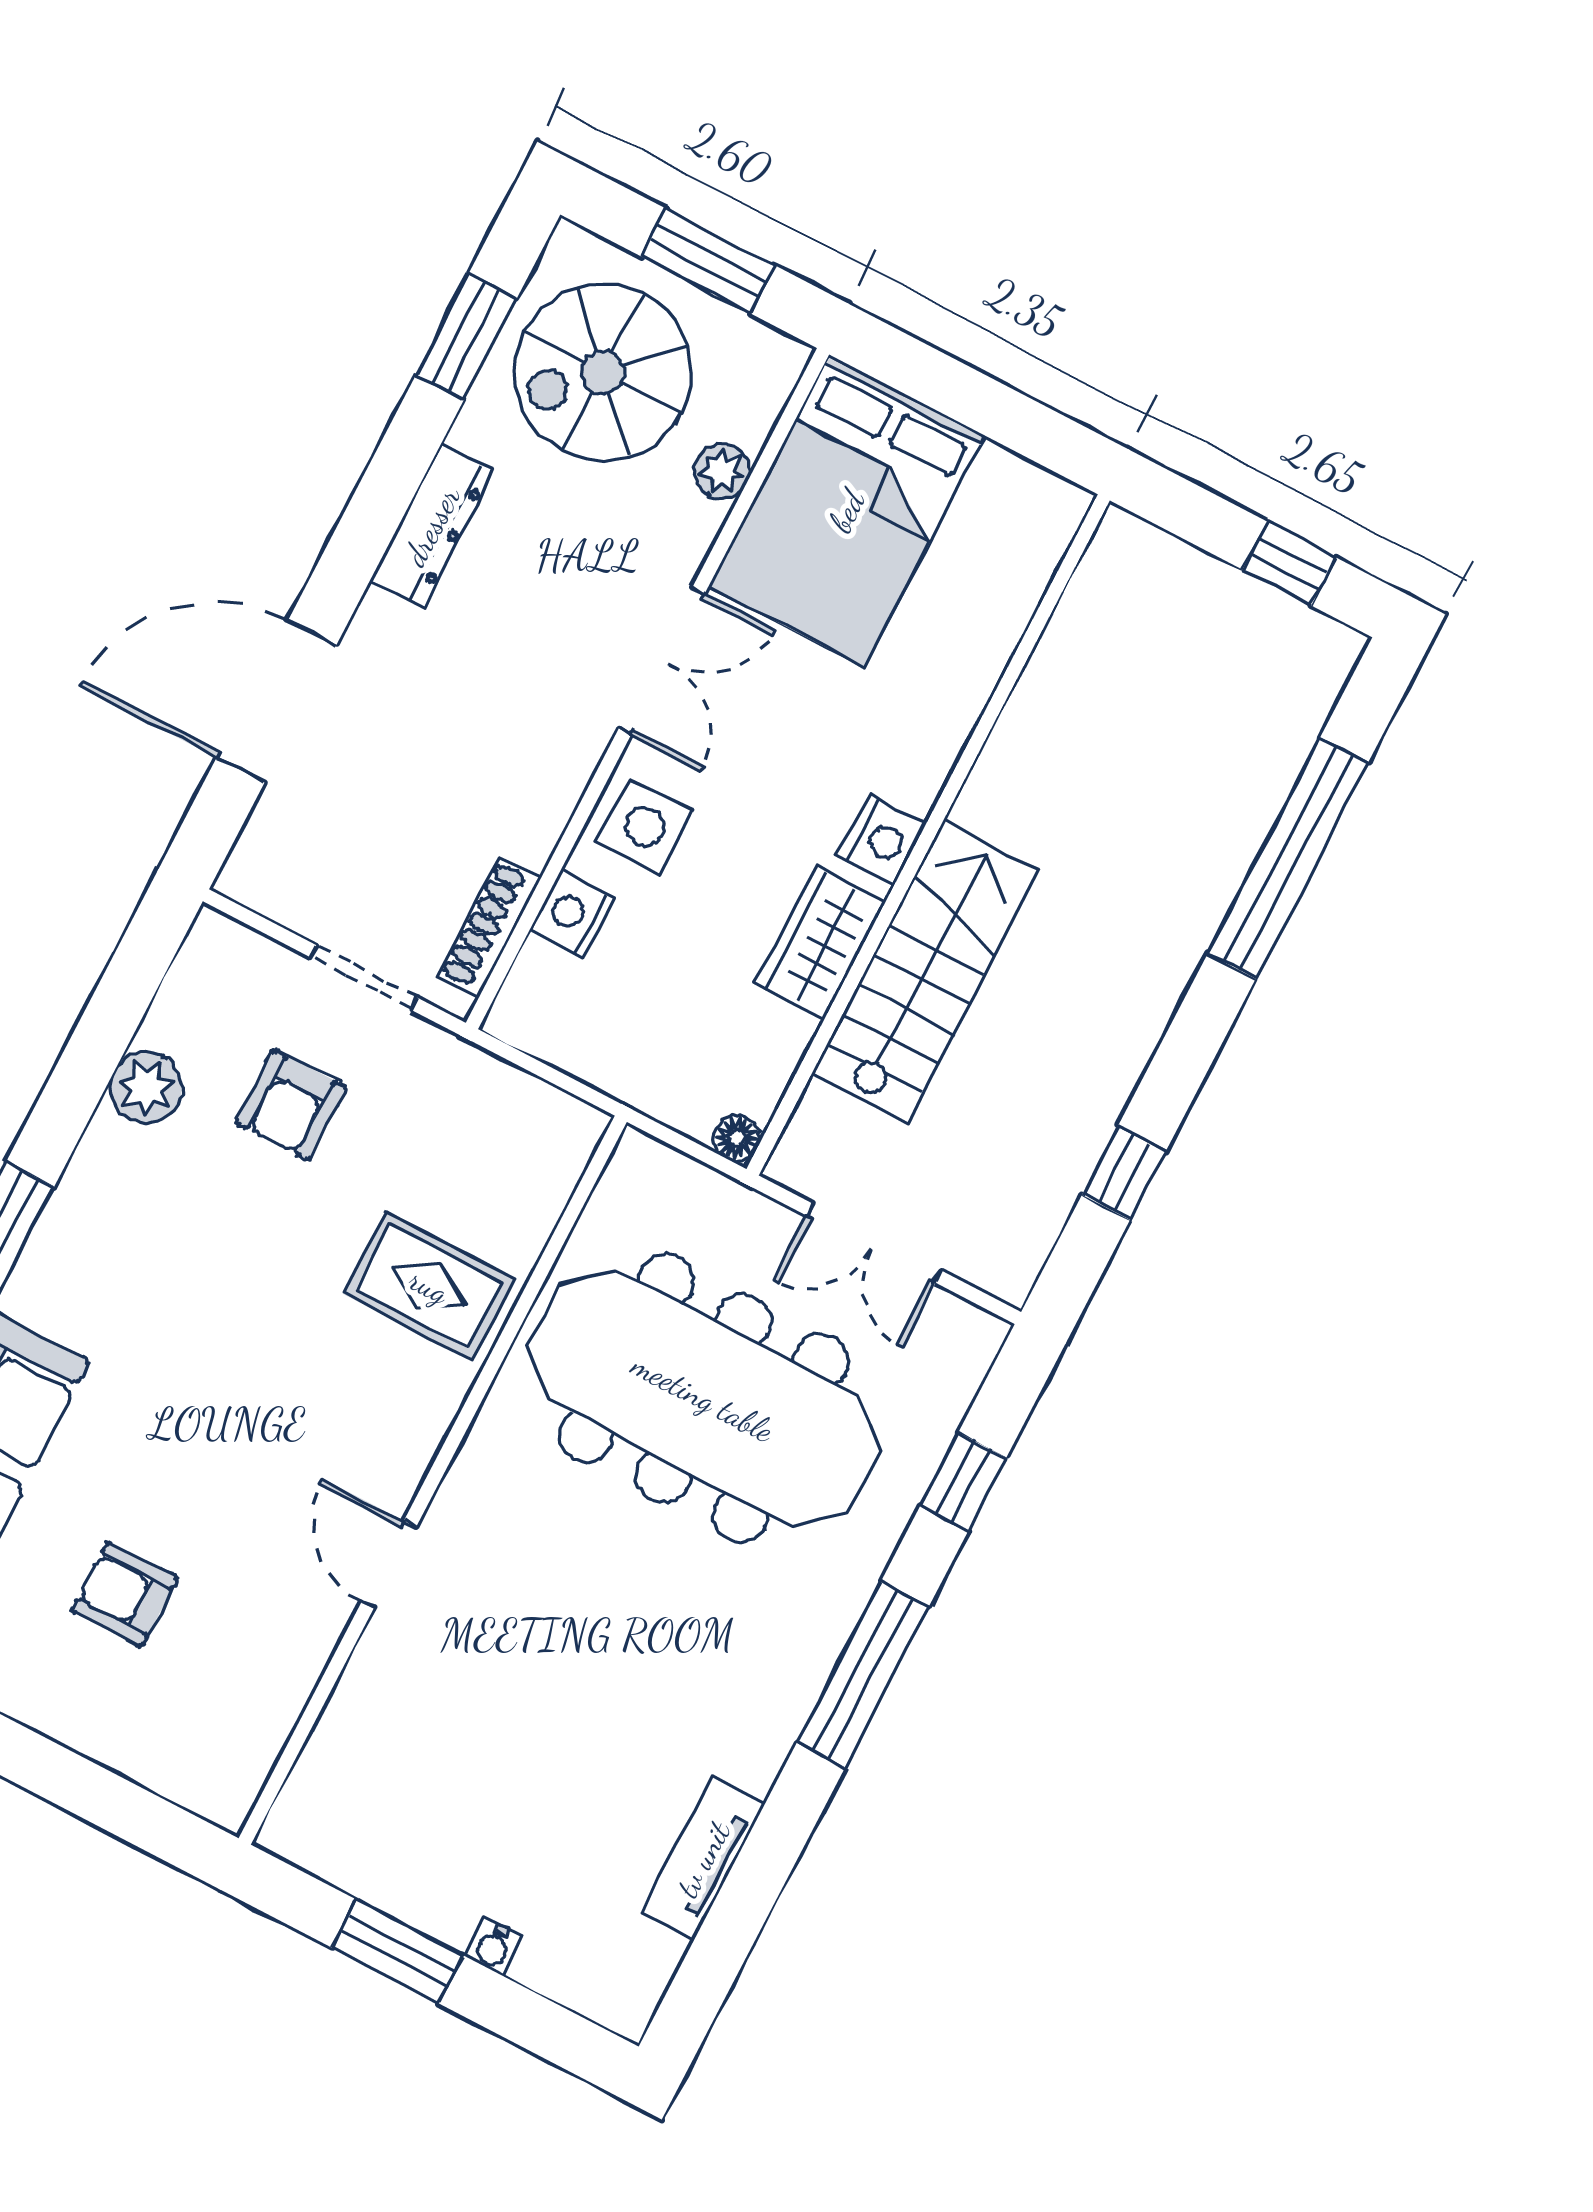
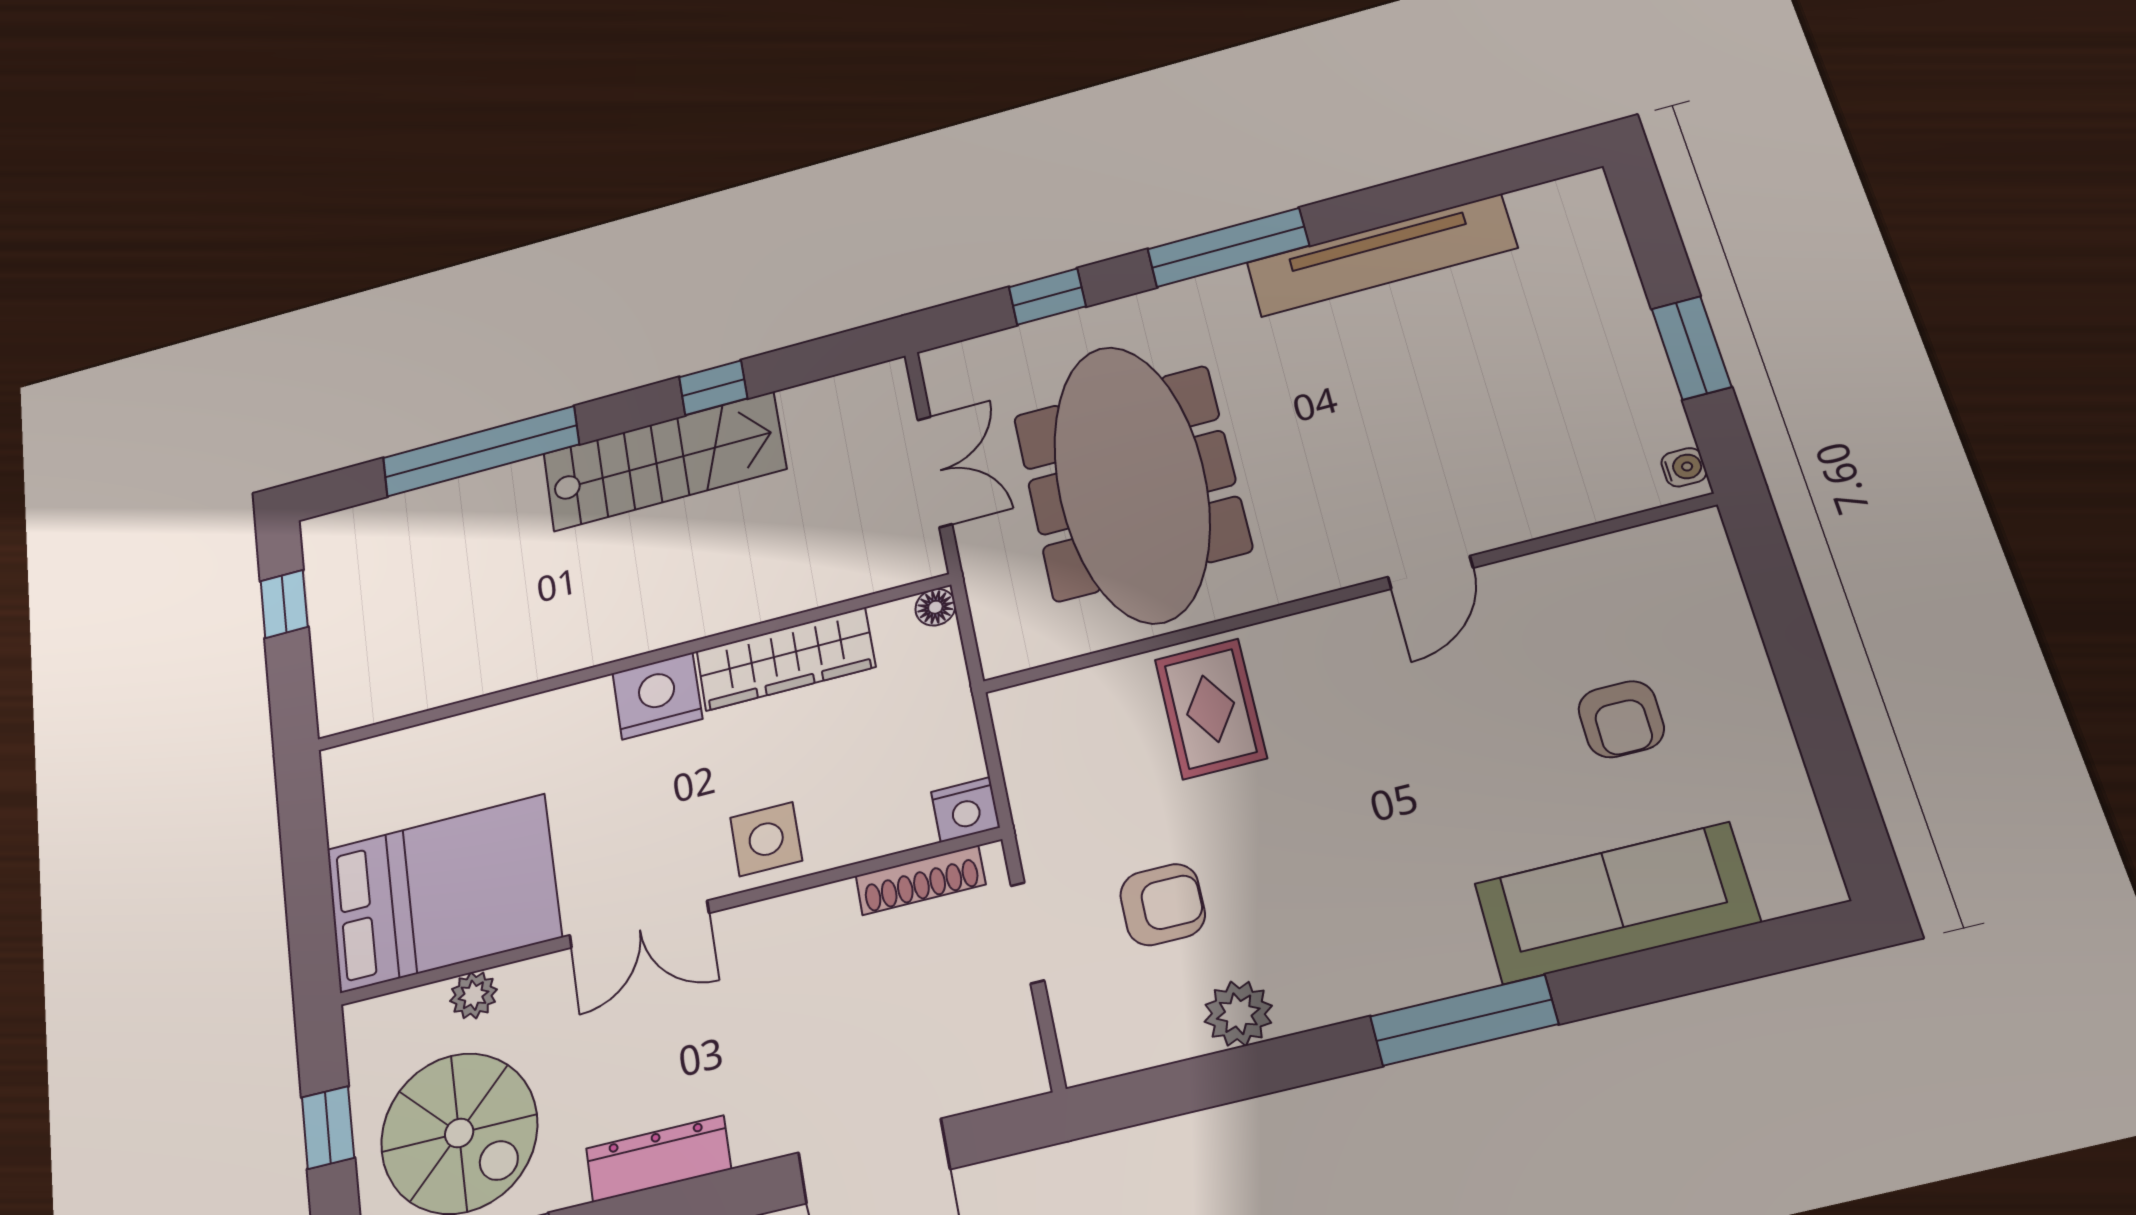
window: (708, 261) -> (328, 1128), width x0.67
double door: (662, 661) -> (639, 924), swing flipped
nightstand: (881, 840) -> (657, 696), width x1.36, depth x1.33
nightstand: (572, 914) -> (965, 810), moved
wardrobe: (821, 943) -> (786, 659), width x1.50
stairs: (926, 971) -> (664, 461), moved, turned 180
window: (1124, 1173) -> (713, 388), moved
tv unit: (703, 1859) -> (1381, 255), width x1.92, depth x1.29
water cooler: (493, 1947) -> (1684, 467), moved

